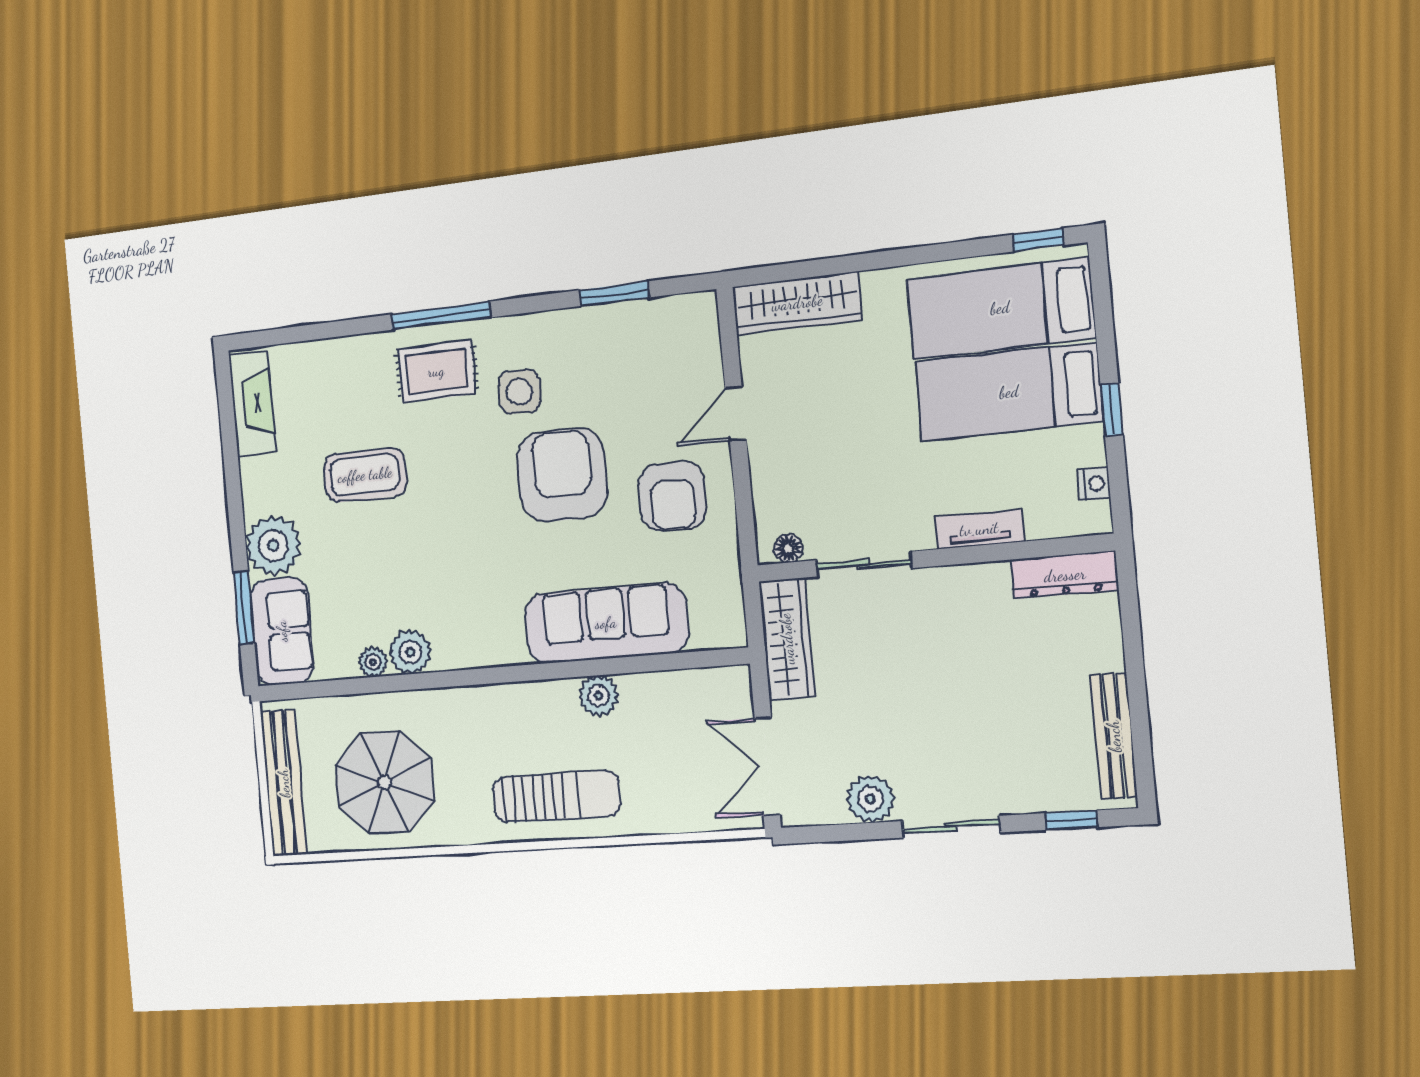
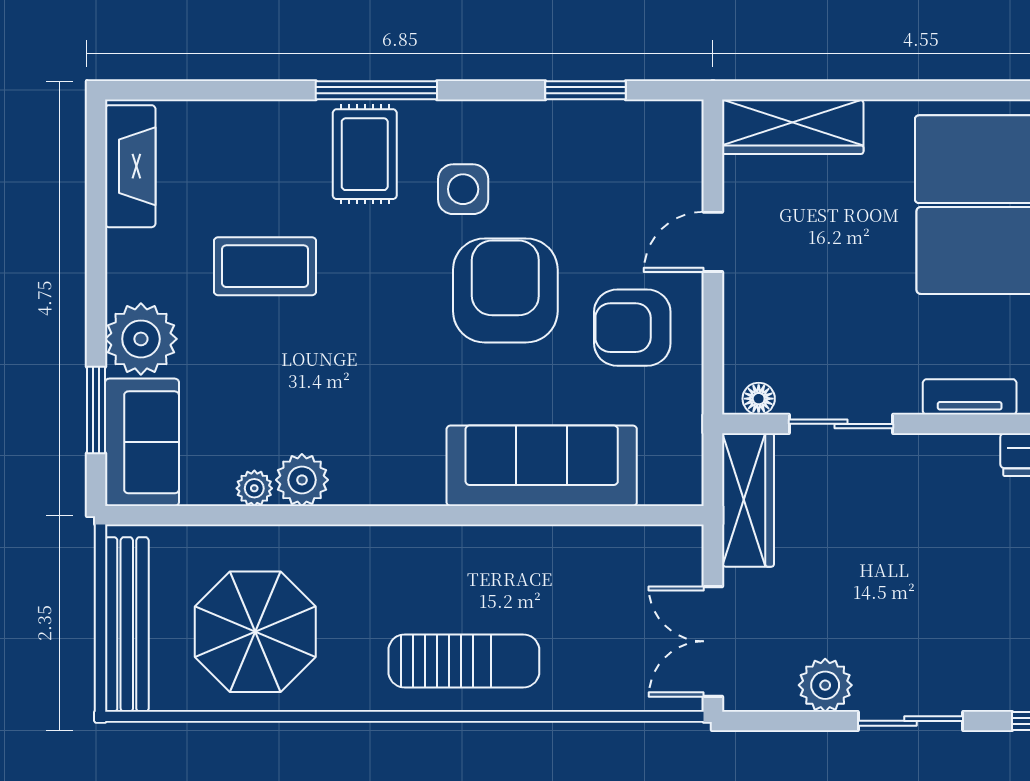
rug: (436, 371) -> (365, 154), turned 90
armchair: (673, 496) -> (632, 328), turned 90
plant: (598, 696) -> (525, 548), removed

